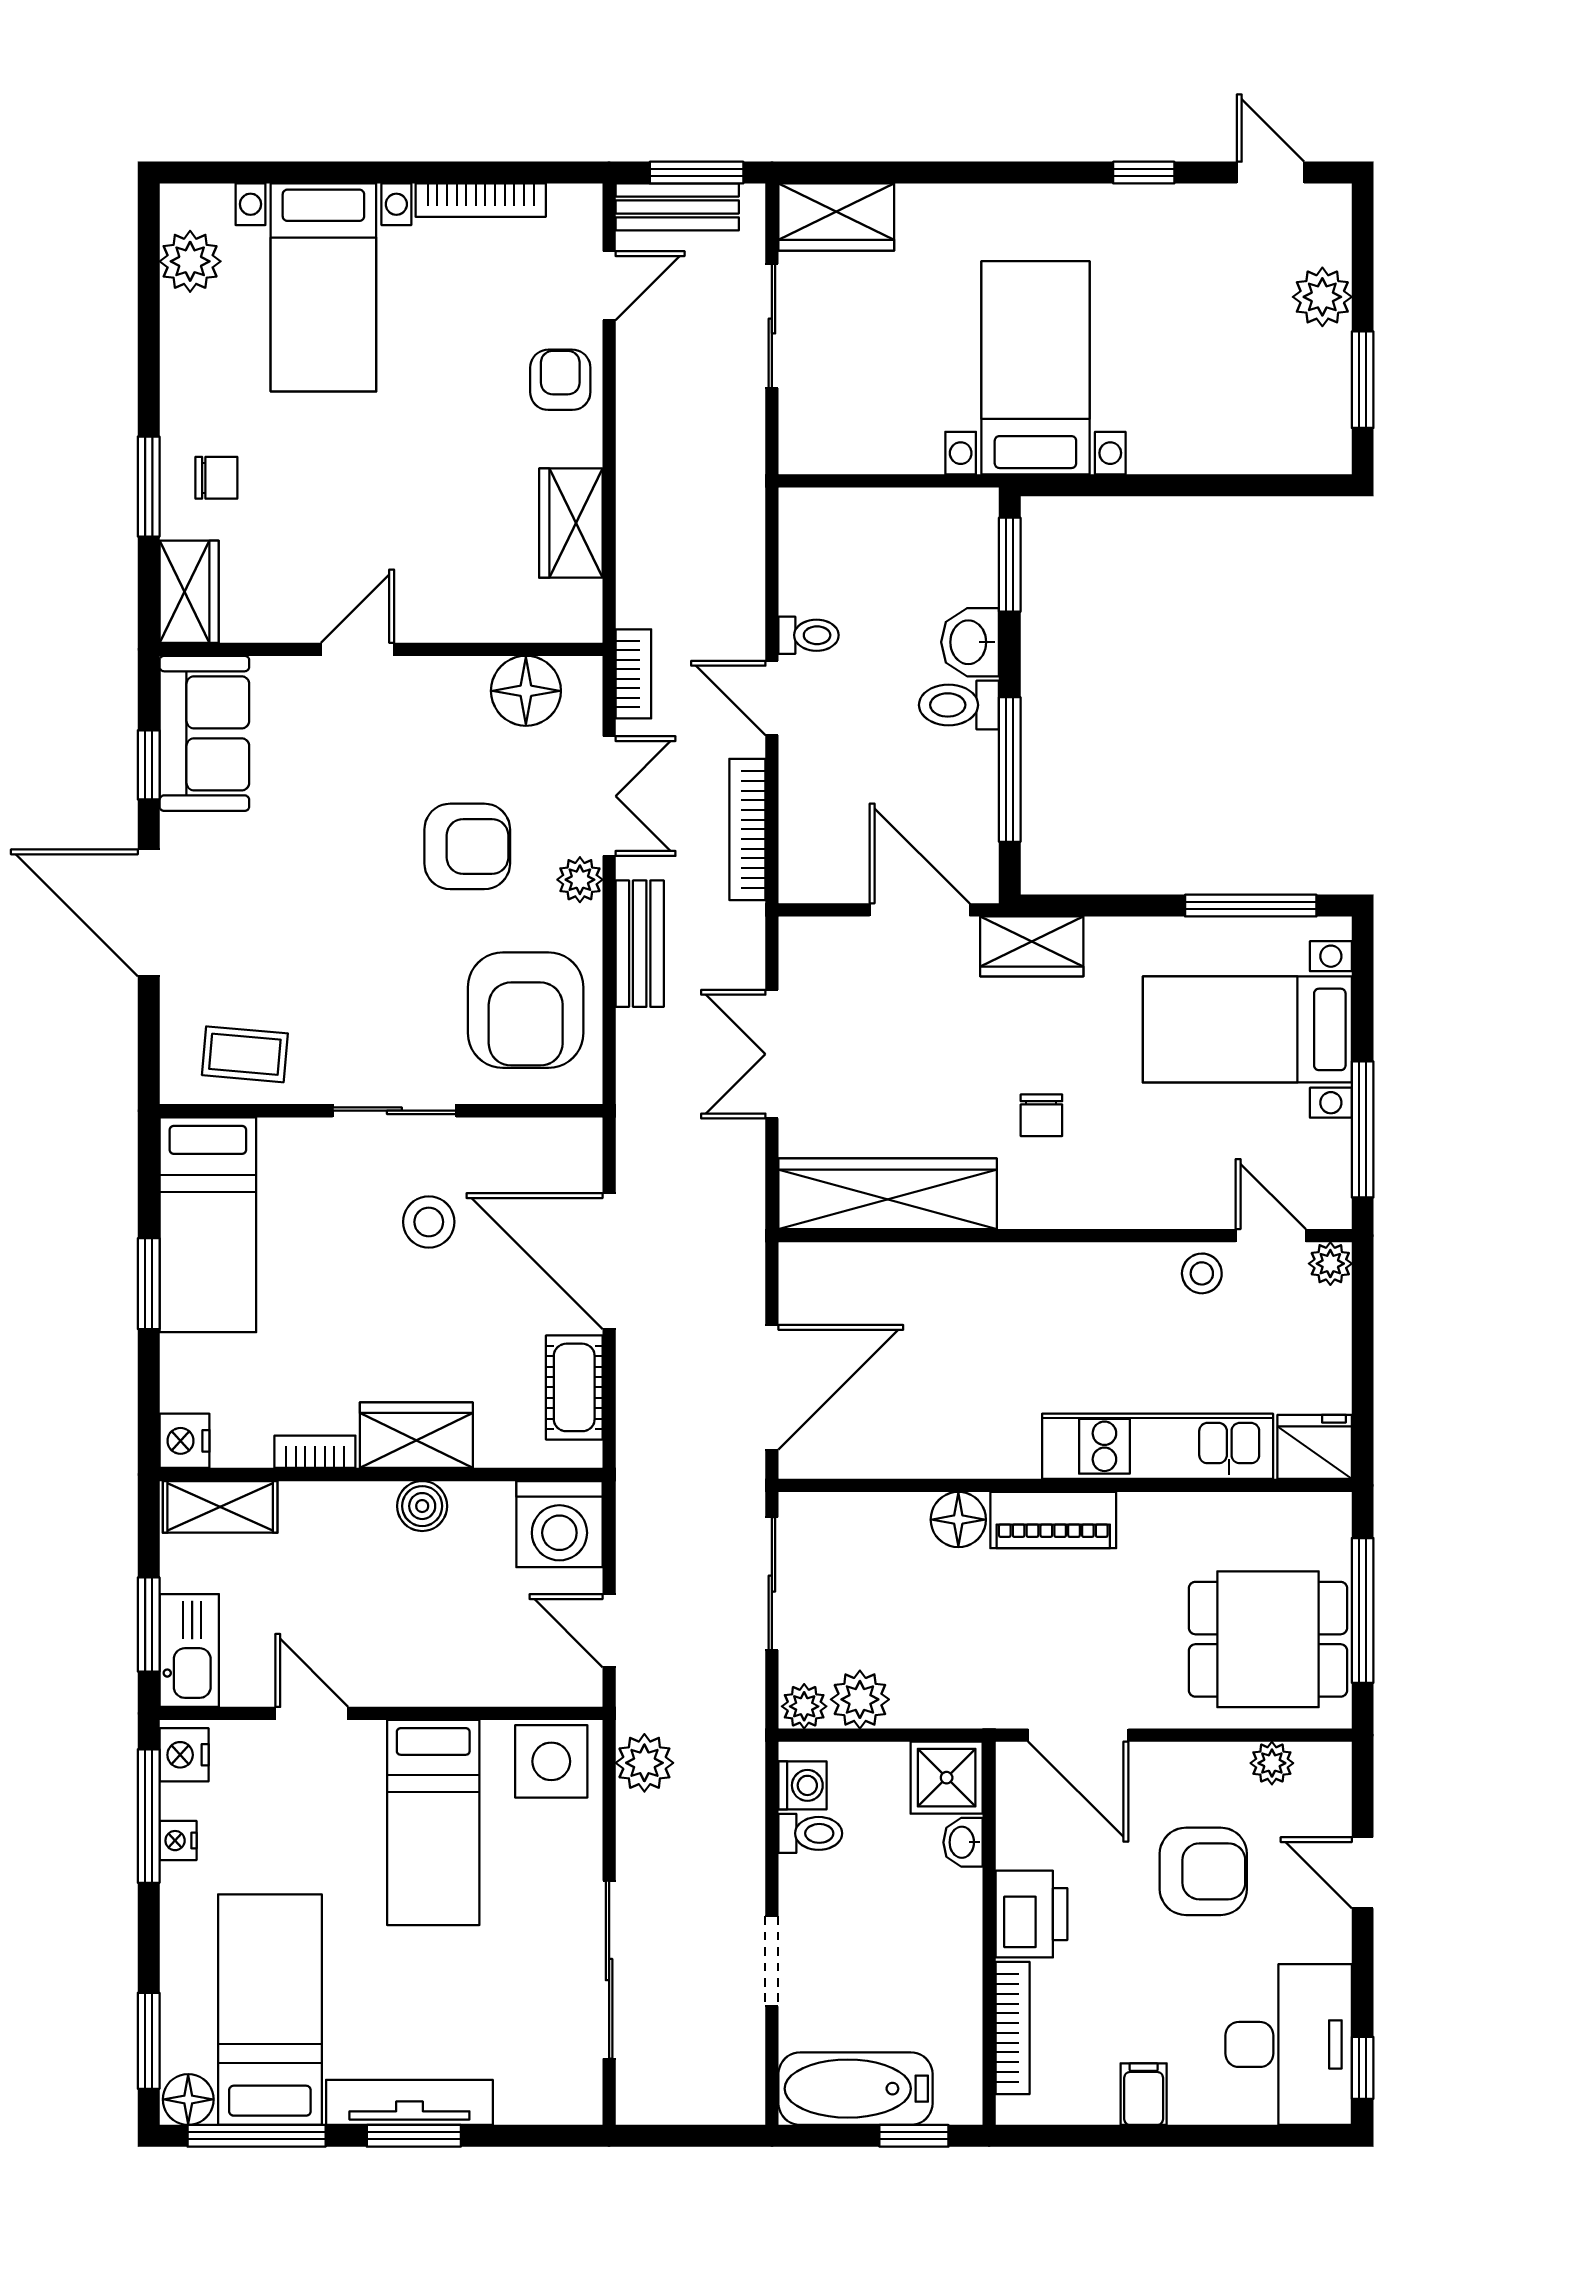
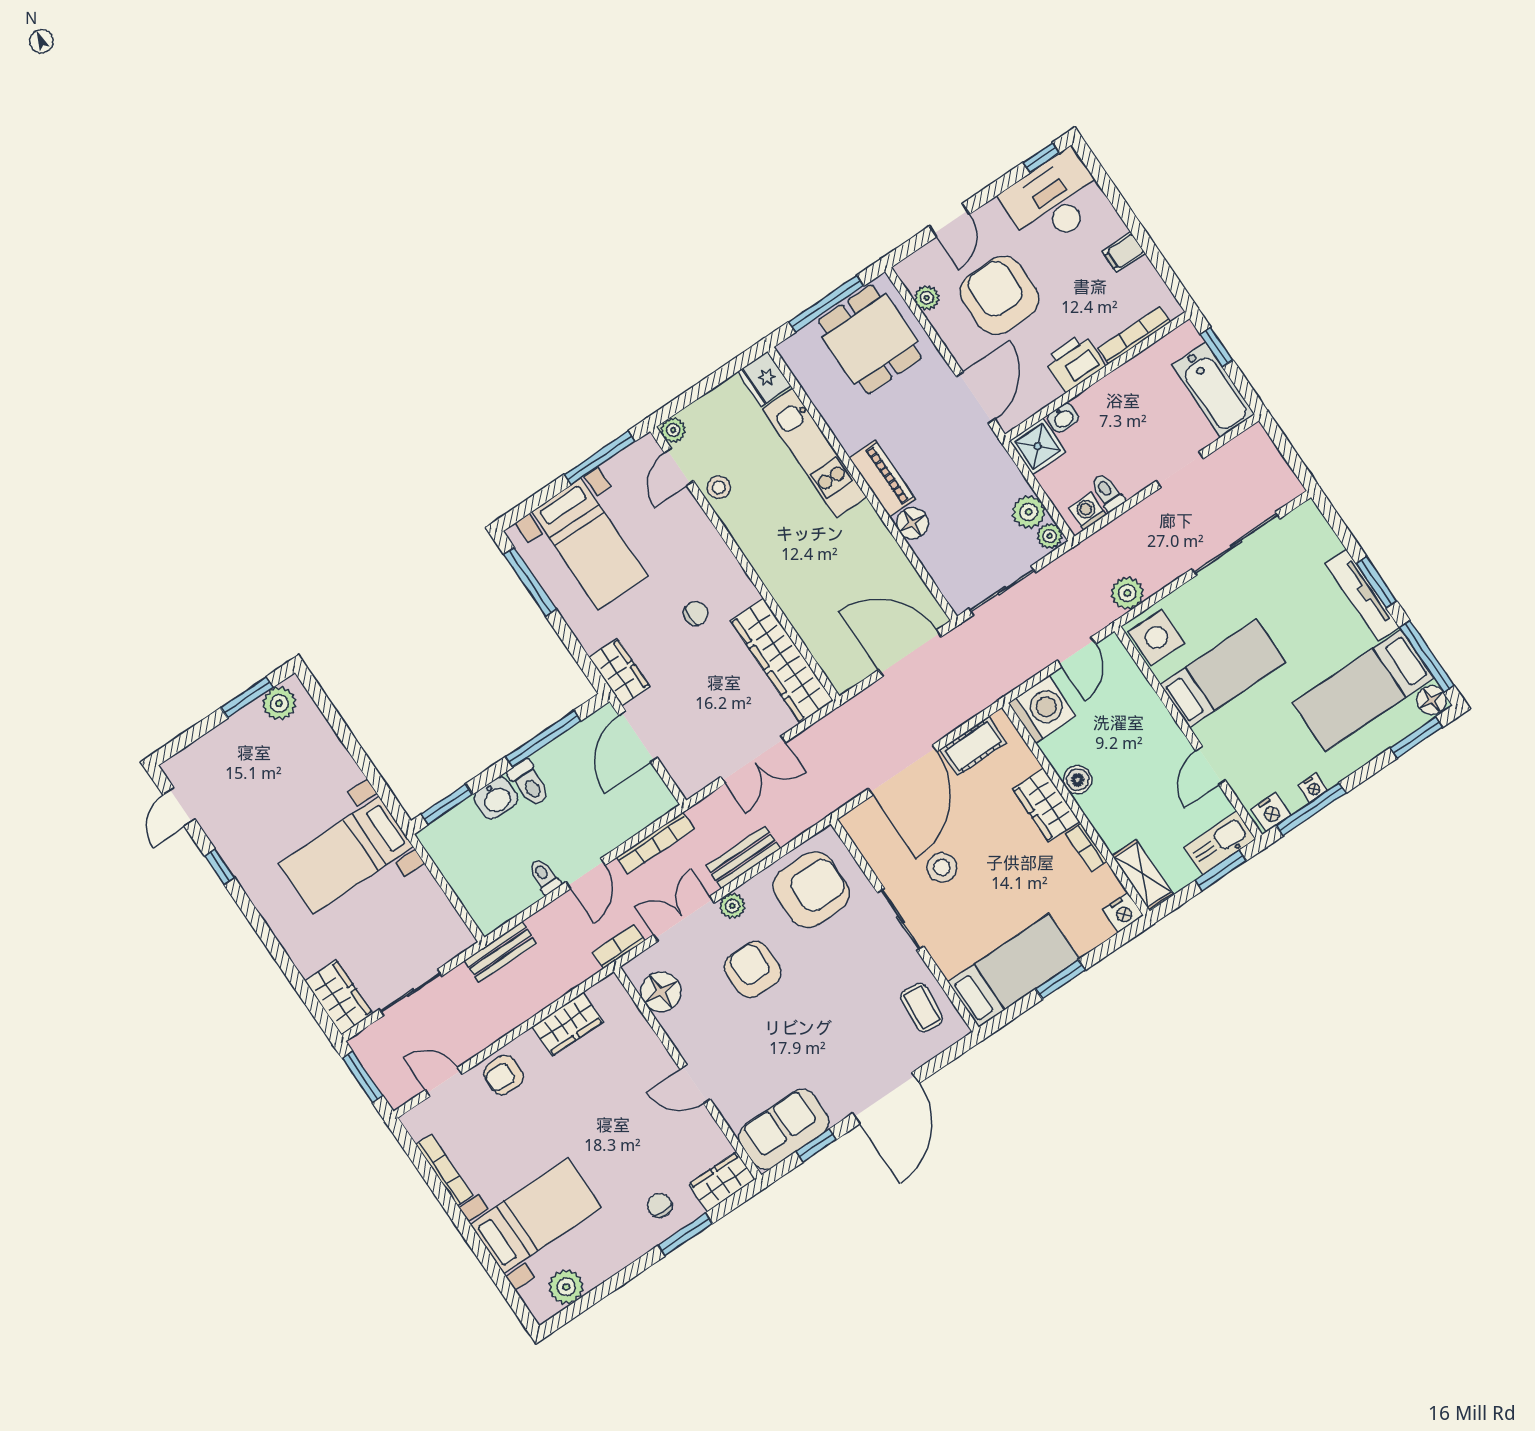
bench: (677, 207) -> (500, 952), moved, turned 90
plant: (1322, 297) -> (279, 703), moved
armchair: (1203, 1871) -> (1000, 295), width x1.36, depth x1.36

